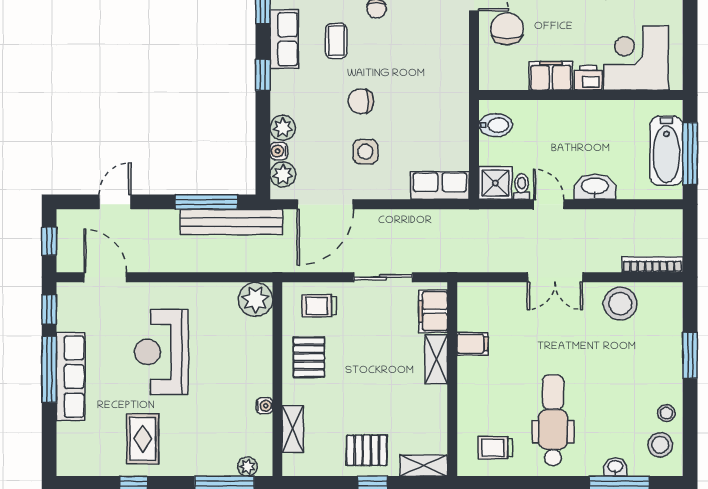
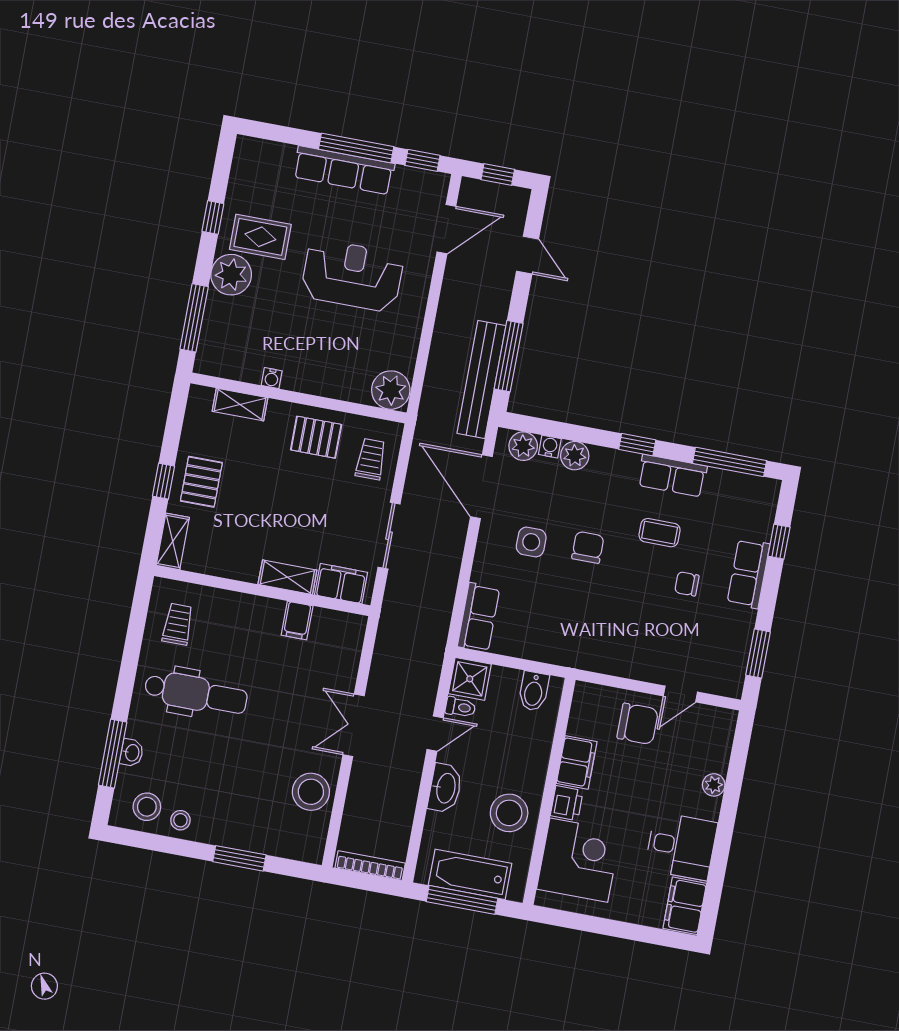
stool: (606, 127) -> (509, 813), added
bookcase: (652, 265) -> (370, 866), moved, turned -90
plant: (247, 467) -> (231, 275), moved, width x1.88, depth x1.88

